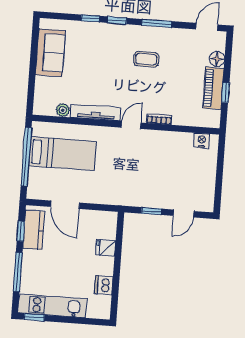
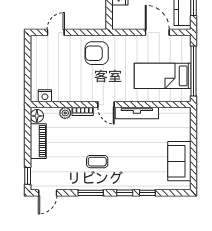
floor lamp: (217, 59) -> (37, 116), moved
window: (225, 93) -> (28, 176), moved
plant: (63, 110) -> (65, 113), moved
door: (131, 125) -> (106, 104), hinge flipped
armchair: (138, 186) -> (97, 53), added
window: (152, 211) -> (83, 32), removed

